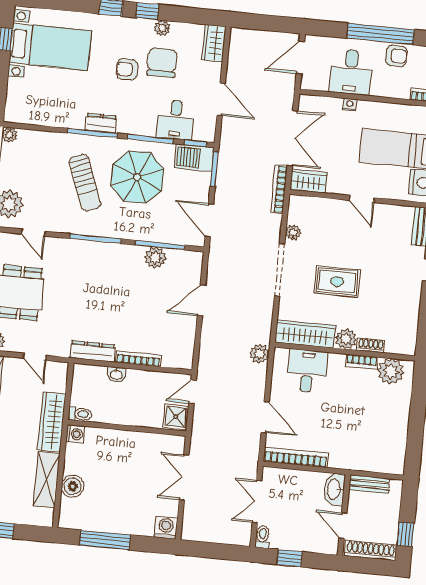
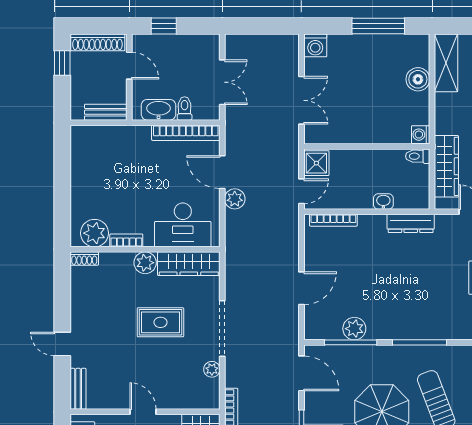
shoe rack: (371, 345) -> (84, 259), moved
plant: (259, 354) -> (235, 199), moved
bookcase: (138, 359) -> (333, 220), moved
desk: (307, 371) -> (183, 225), width x1.37
wardrobe: (52, 422) -> (446, 166), moved
shelving: (46, 480) -> (446, 63), moved
washbasin: (334, 489) -> (158, 110), moved, turned -90
toilet: (263, 537) -> (185, 108), moved, turned 180
window: (290, 558) -> (164, 26), moved

